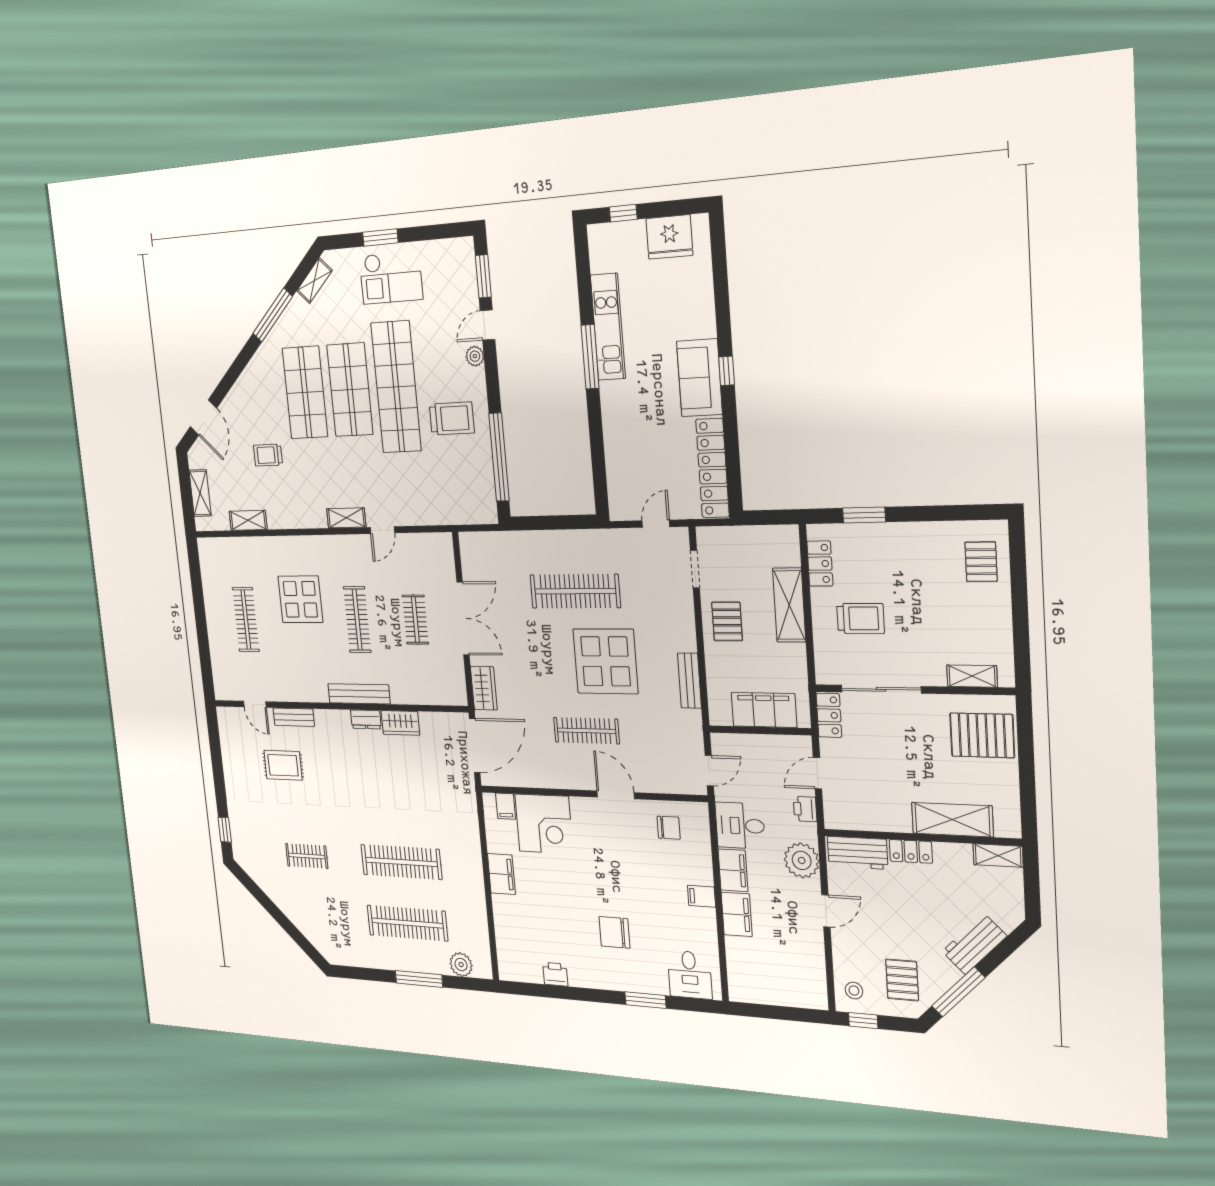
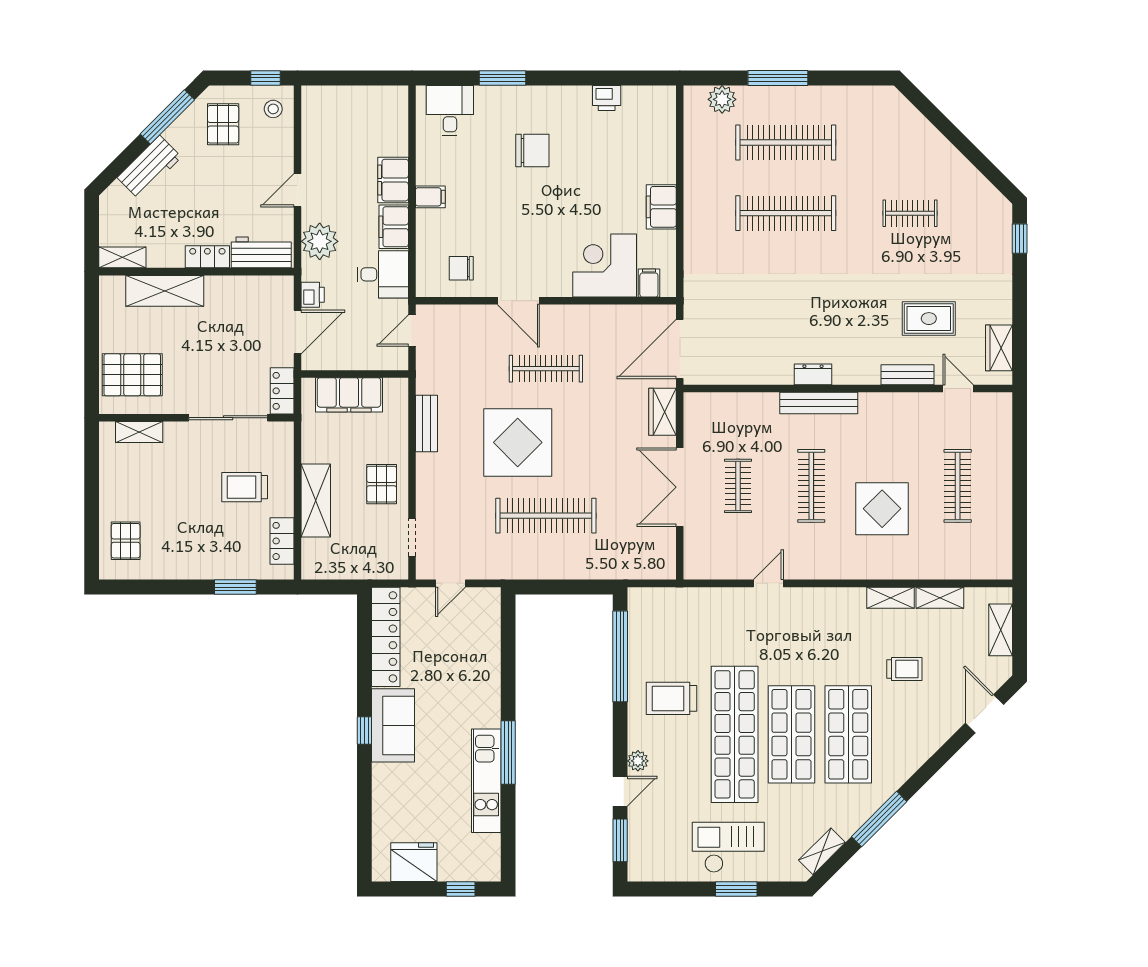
shelving: (346, 518) -> (890, 598), moved
wardrobe: (400, 723) -> (999, 348), moved, turned -90
door: (817, 773) -> (297, 332), width x1.38

